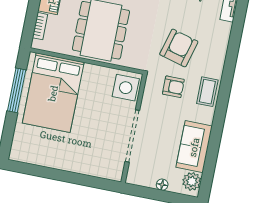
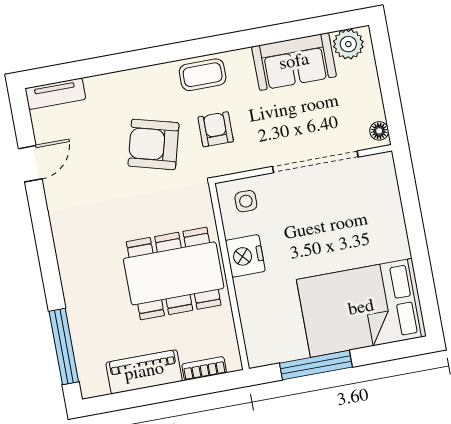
nightstand: (95, 75) -> (245, 256), added
side table: (126, 88) -> (246, 201), width x0.54, depth x0.54
bed: (53, 93) -> (361, 308), moved, turned 180
floor lamp: (162, 185) -> (379, 131), moved

